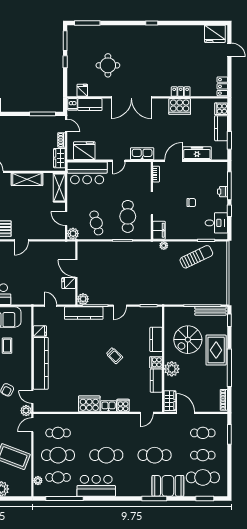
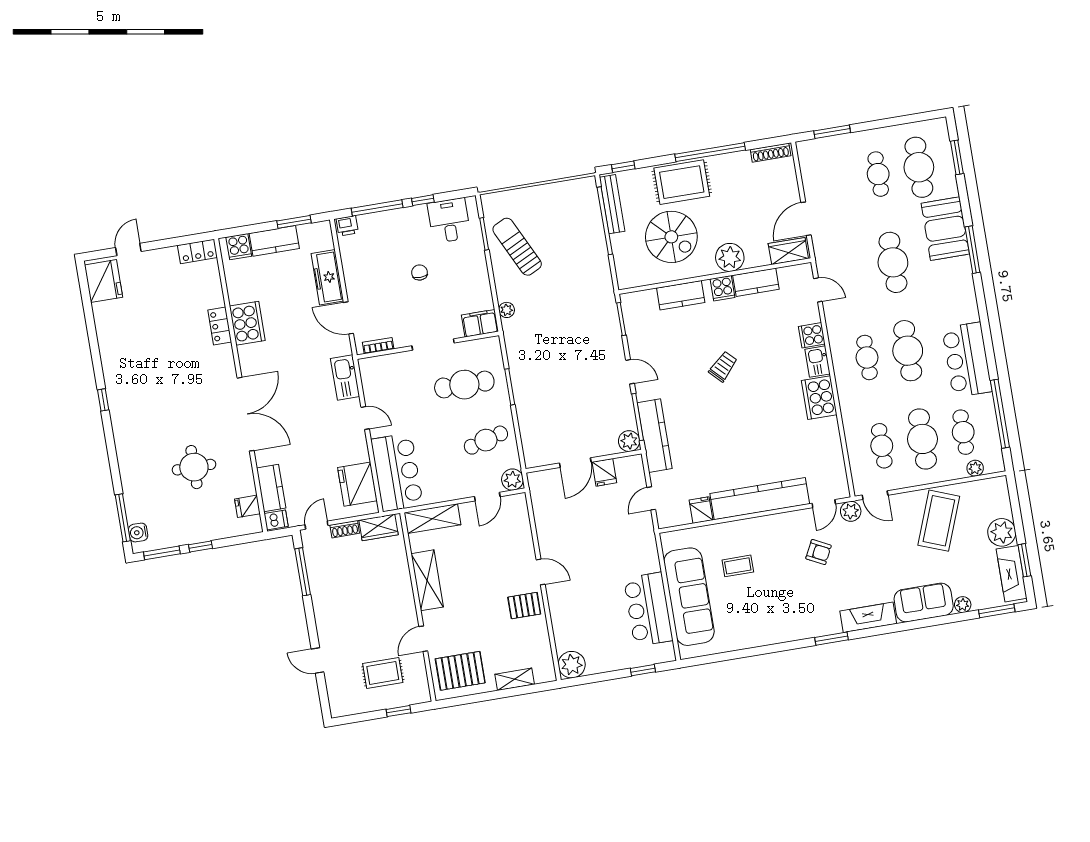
water cooler: (78, 30) -> (138, 533), added
printer: (223, 192) -> (347, 226), moved
cafe table: (203, 433) -> (867, 357), moved

